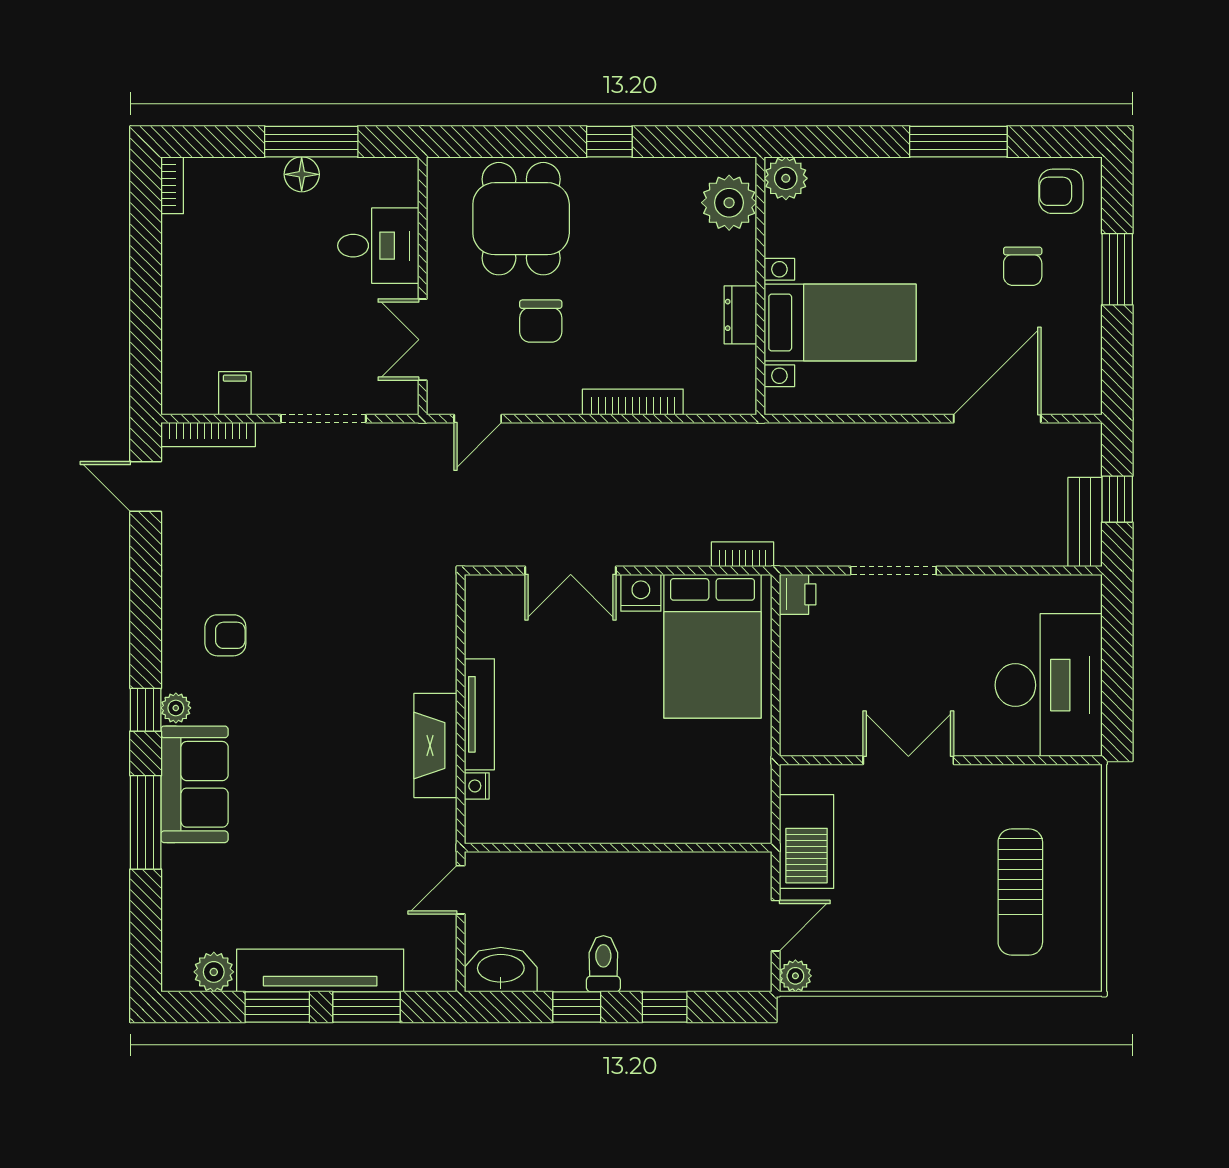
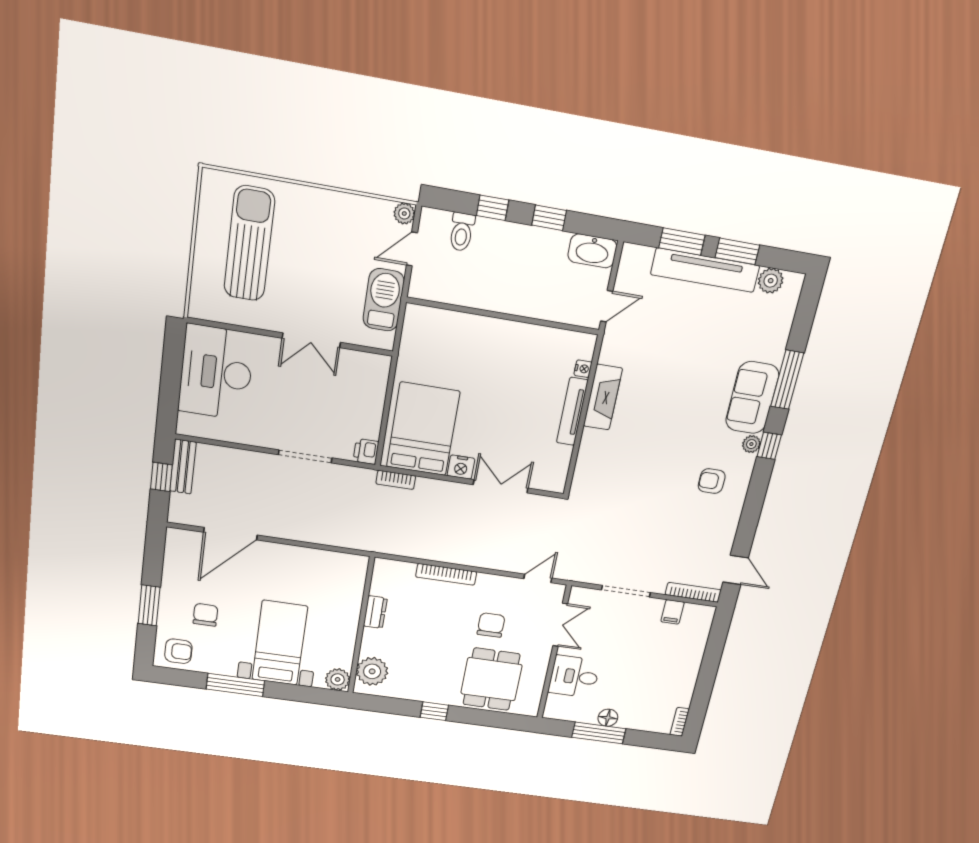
bed with nightstands: (840, 322) -> (280, 643), moved, turned 90
sun lounger: (1020, 892) -> (249, 244), width x1.36, depth x1.34
toilet: (603, 964) -> (462, 232), moved

